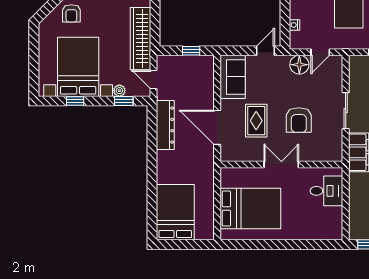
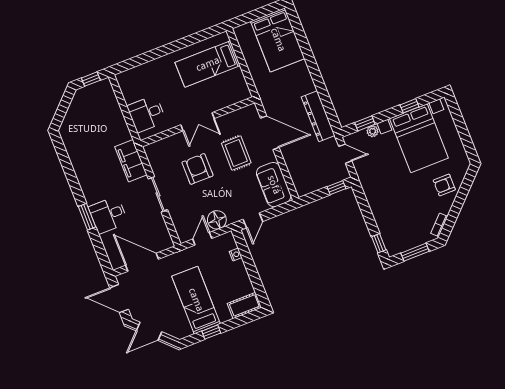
armchair: (71, 13) -> (444, 185), turned -90
wardrobe: (140, 39) -> (372, 187), removed
window: (191, 51) -> (336, 188), moved
bed: (250, 209) -> (208, 64), width x0.67

